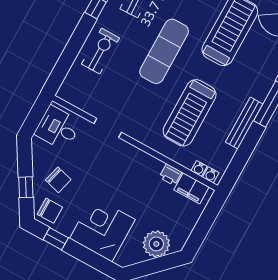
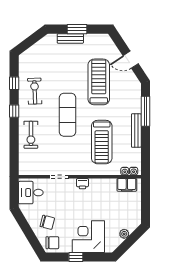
exercise bike: (101, 51) -> (31, 135), turned 180
printer: (170, 175) -> (82, 184), moved
window: (26, 187) -> (31, 237), removed
window: (56, 239) -> (76, 257), moved
plant: (156, 244) -> (124, 234), width x0.53, depth x0.53

